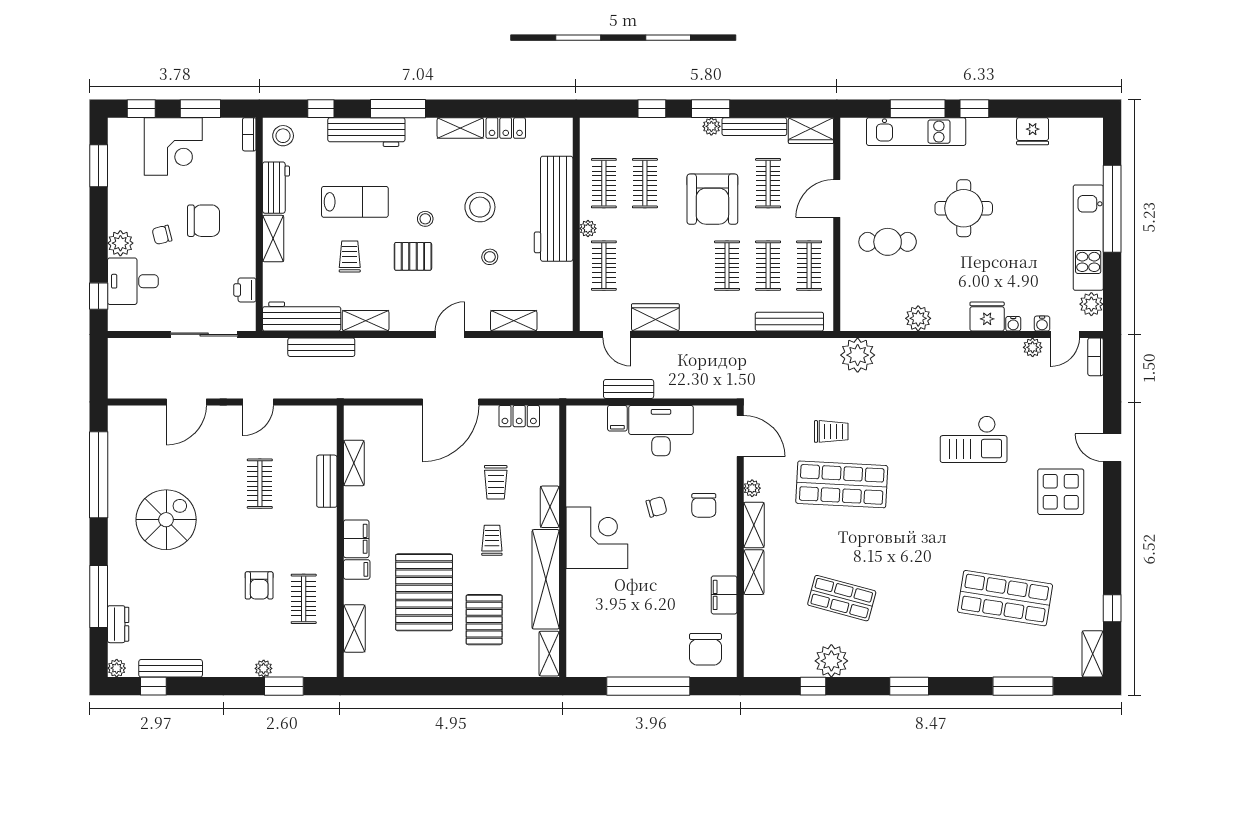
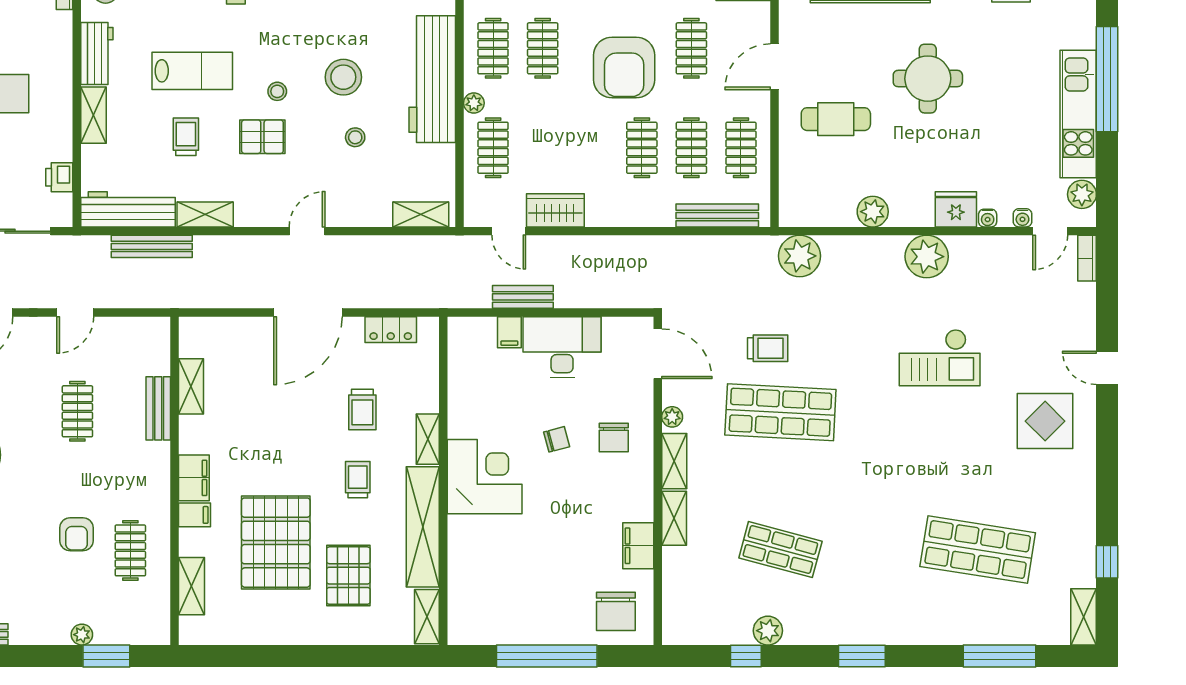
shelving: (514, 321) -> (421, 214), moved
plant: (1033, 347) -> (927, 257), moved, width x1.87, depth x1.87
plant: (831, 661) -> (768, 631), width x0.73, depth x0.73

